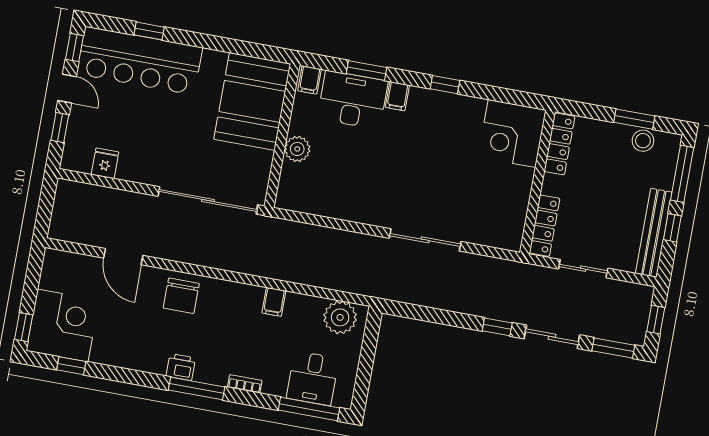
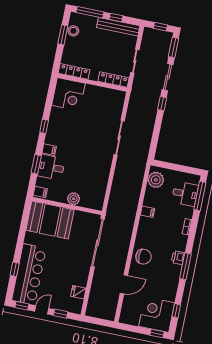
desk: (353, 100) -> (51, 167), width x0.73
window: (197, 388) -> (185, 266), moved

